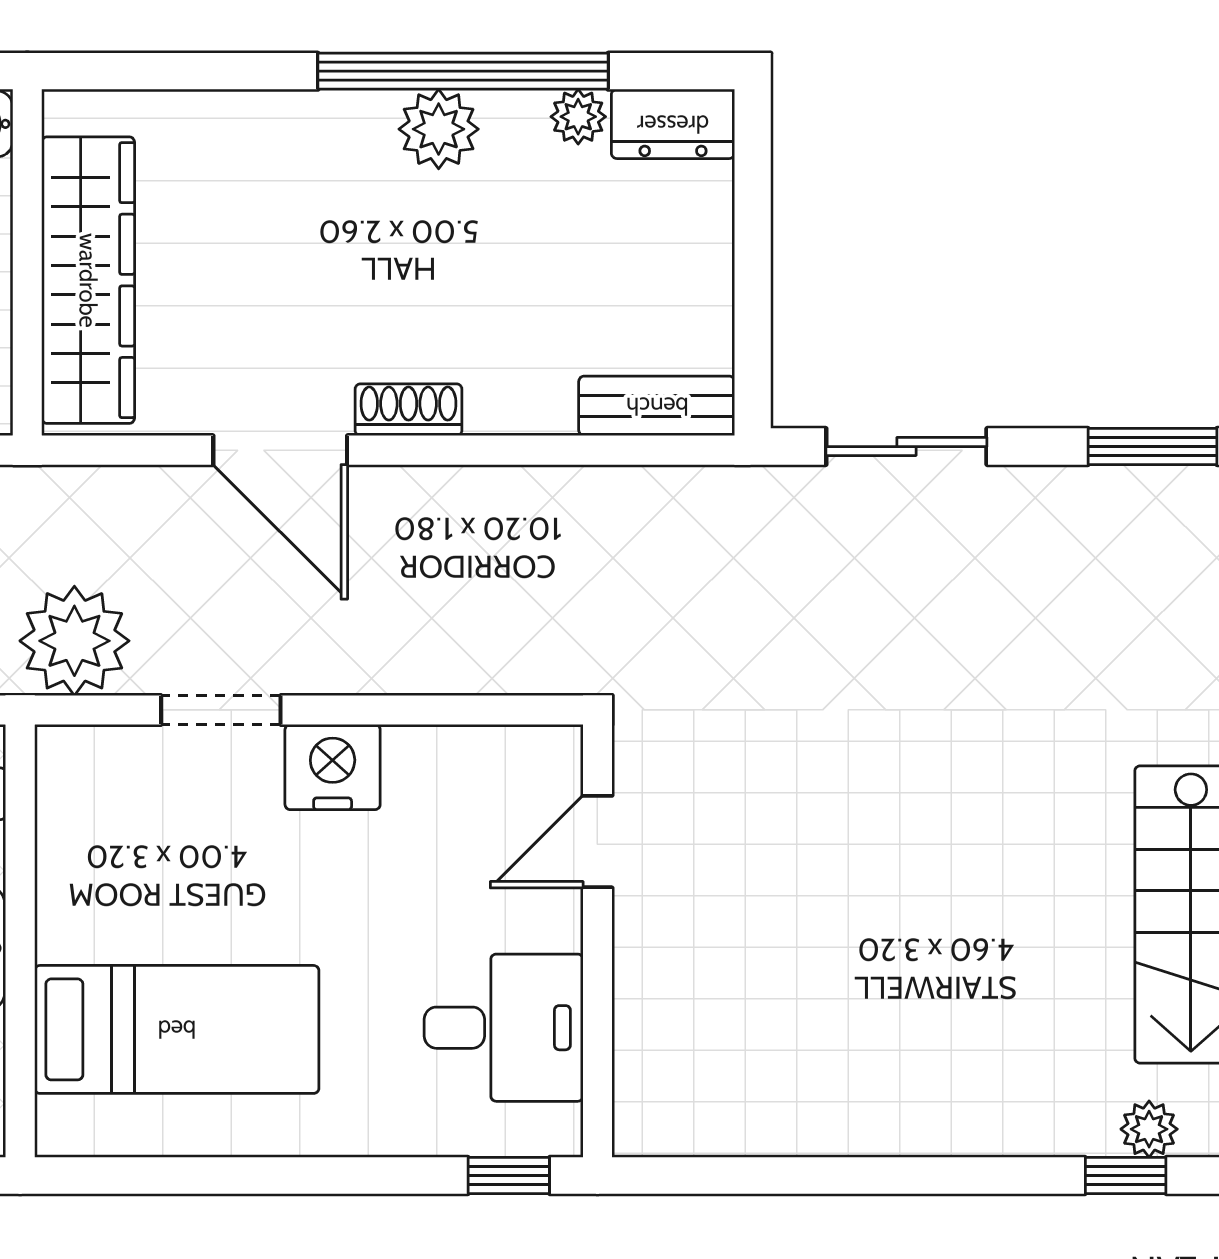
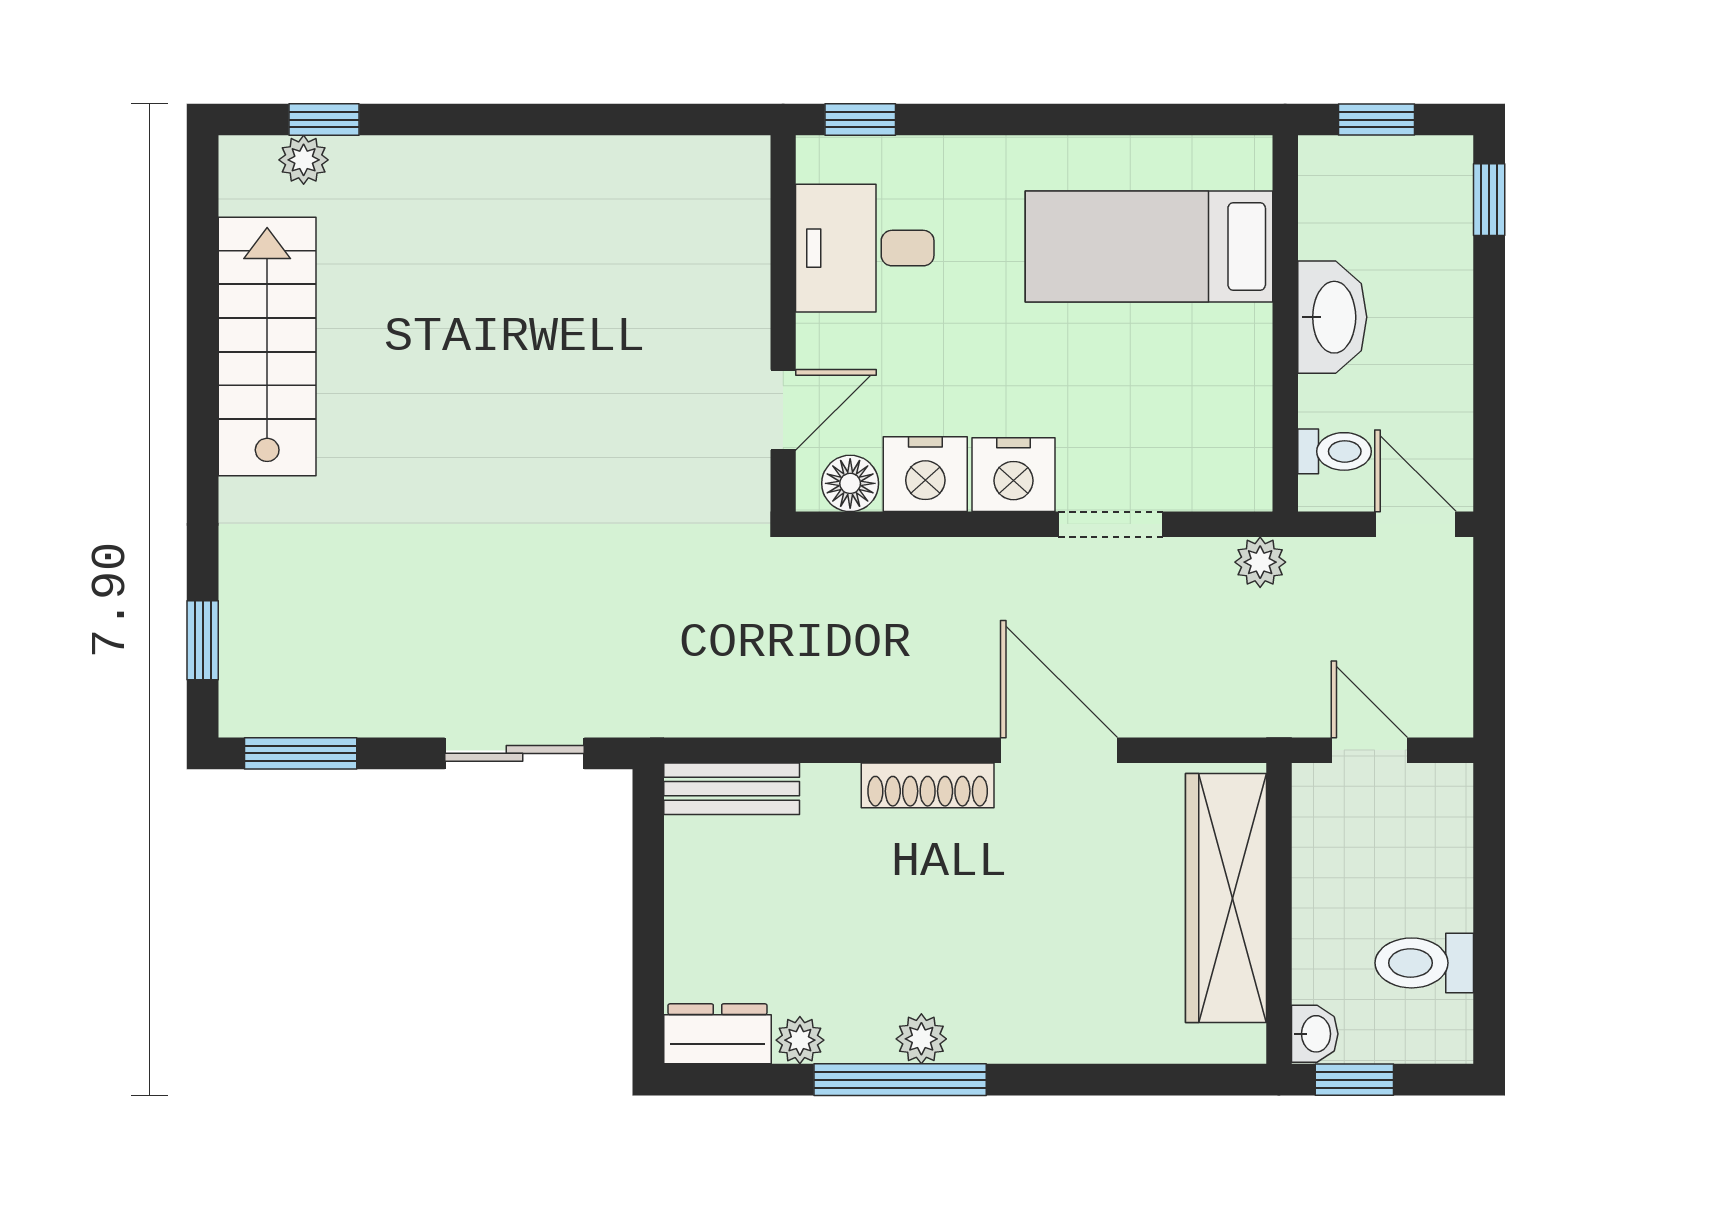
window: (463, 71) -> (900, 1080), width x0.68
plant: (439, 129) -> (921, 1039), width x0.73, depth x0.73
shoe rack: (408, 410) -> (928, 785), width x1.43
plant: (74, 641) -> (1260, 562), width x0.53, depth x0.53
floor lamp: (520, 757) -> (850, 483), added
nightstand: (434, 768) -> (925, 474), added

